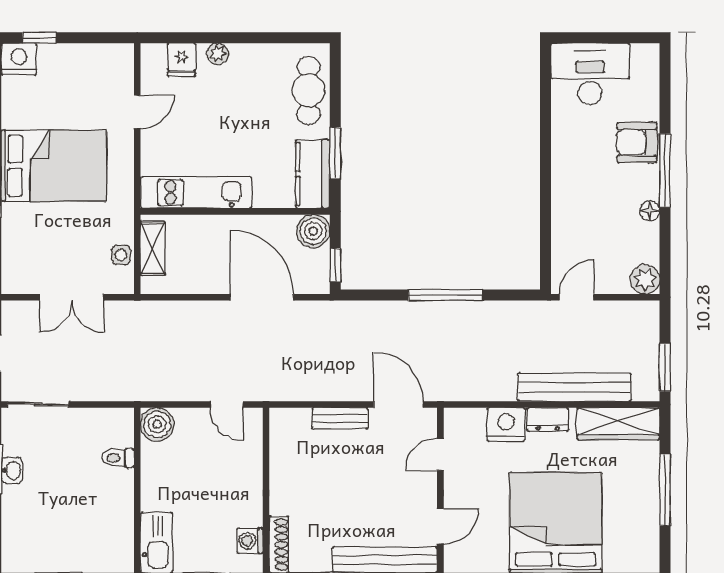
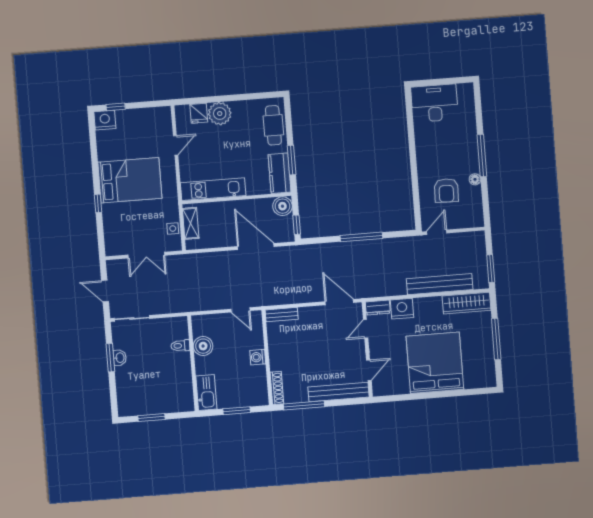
plant: (218, 54) -> (220, 114), width x1.87, depth x1.87
armchair: (637, 142) -> (446, 191), moved, turned -88
plant: (645, 279) -> (475, 219), removed
bench: (340, 418) -> (282, 315), moved
dresser: (548, 419) -> (378, 308), moved
boiler: (157, 424) -> (203, 346), moved
washing machine: (250, 541) -> (258, 357), moved

